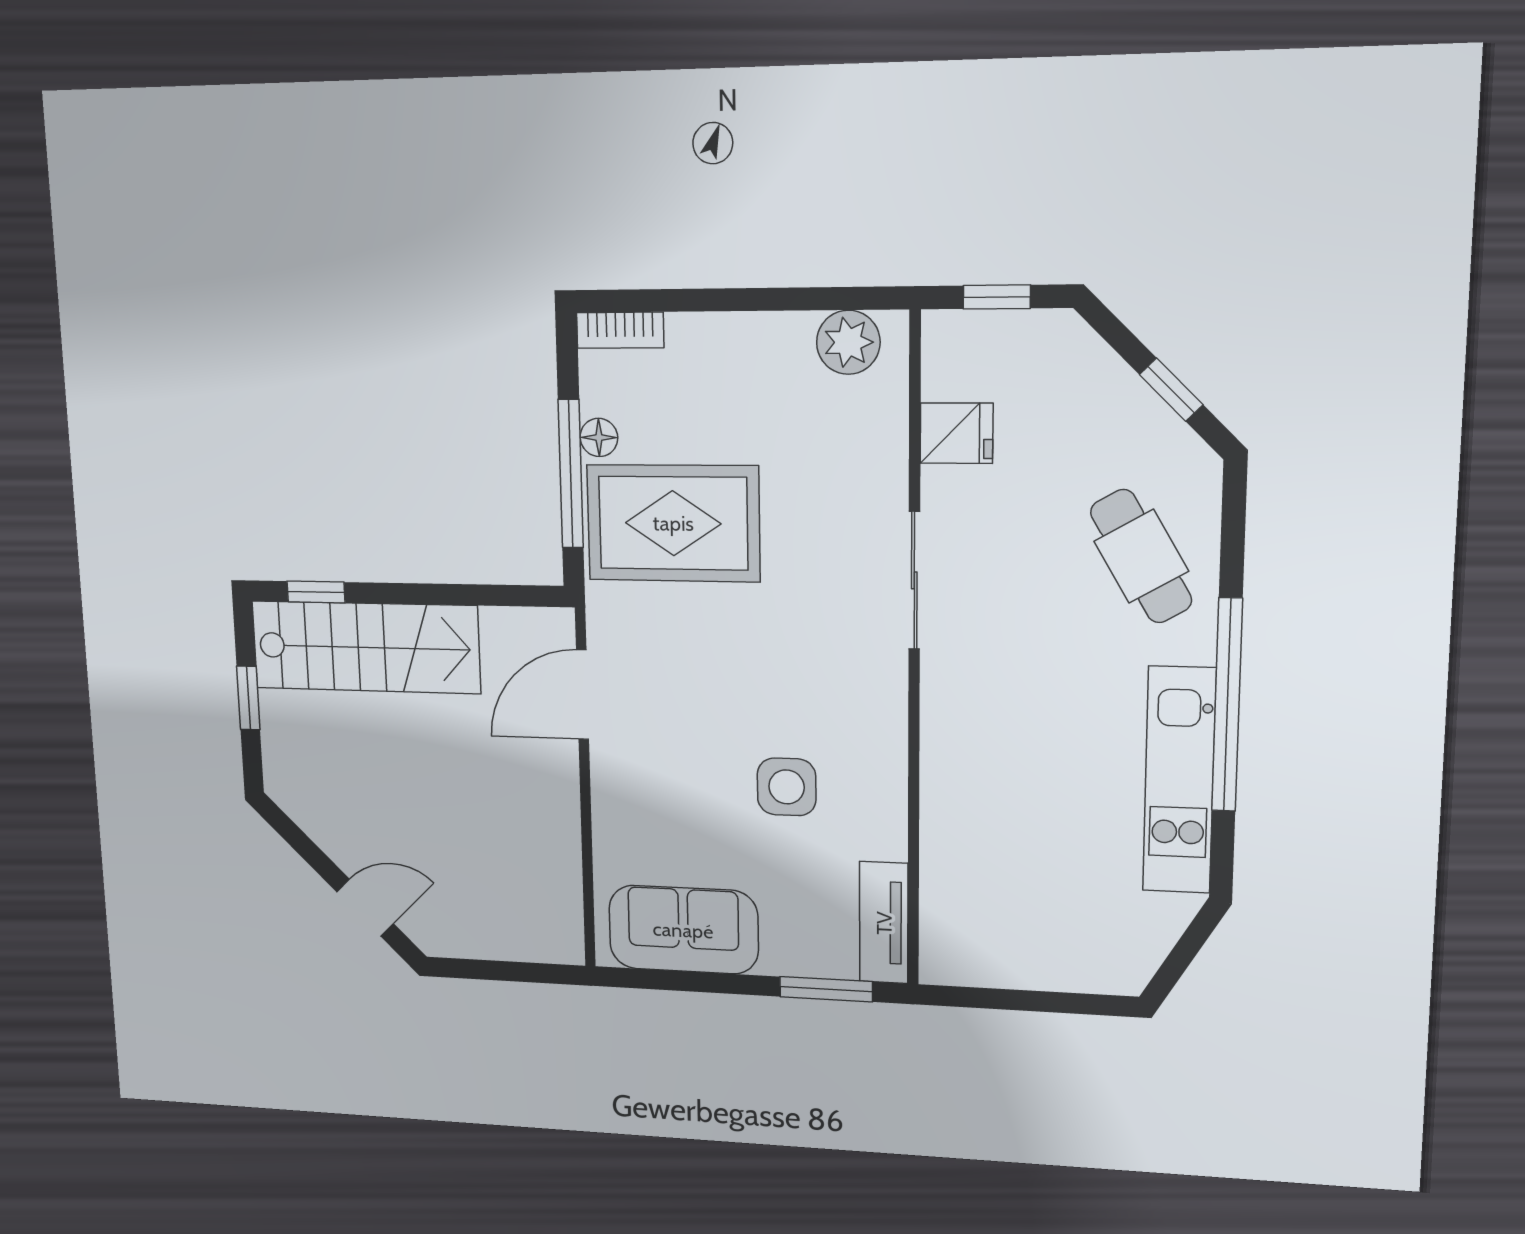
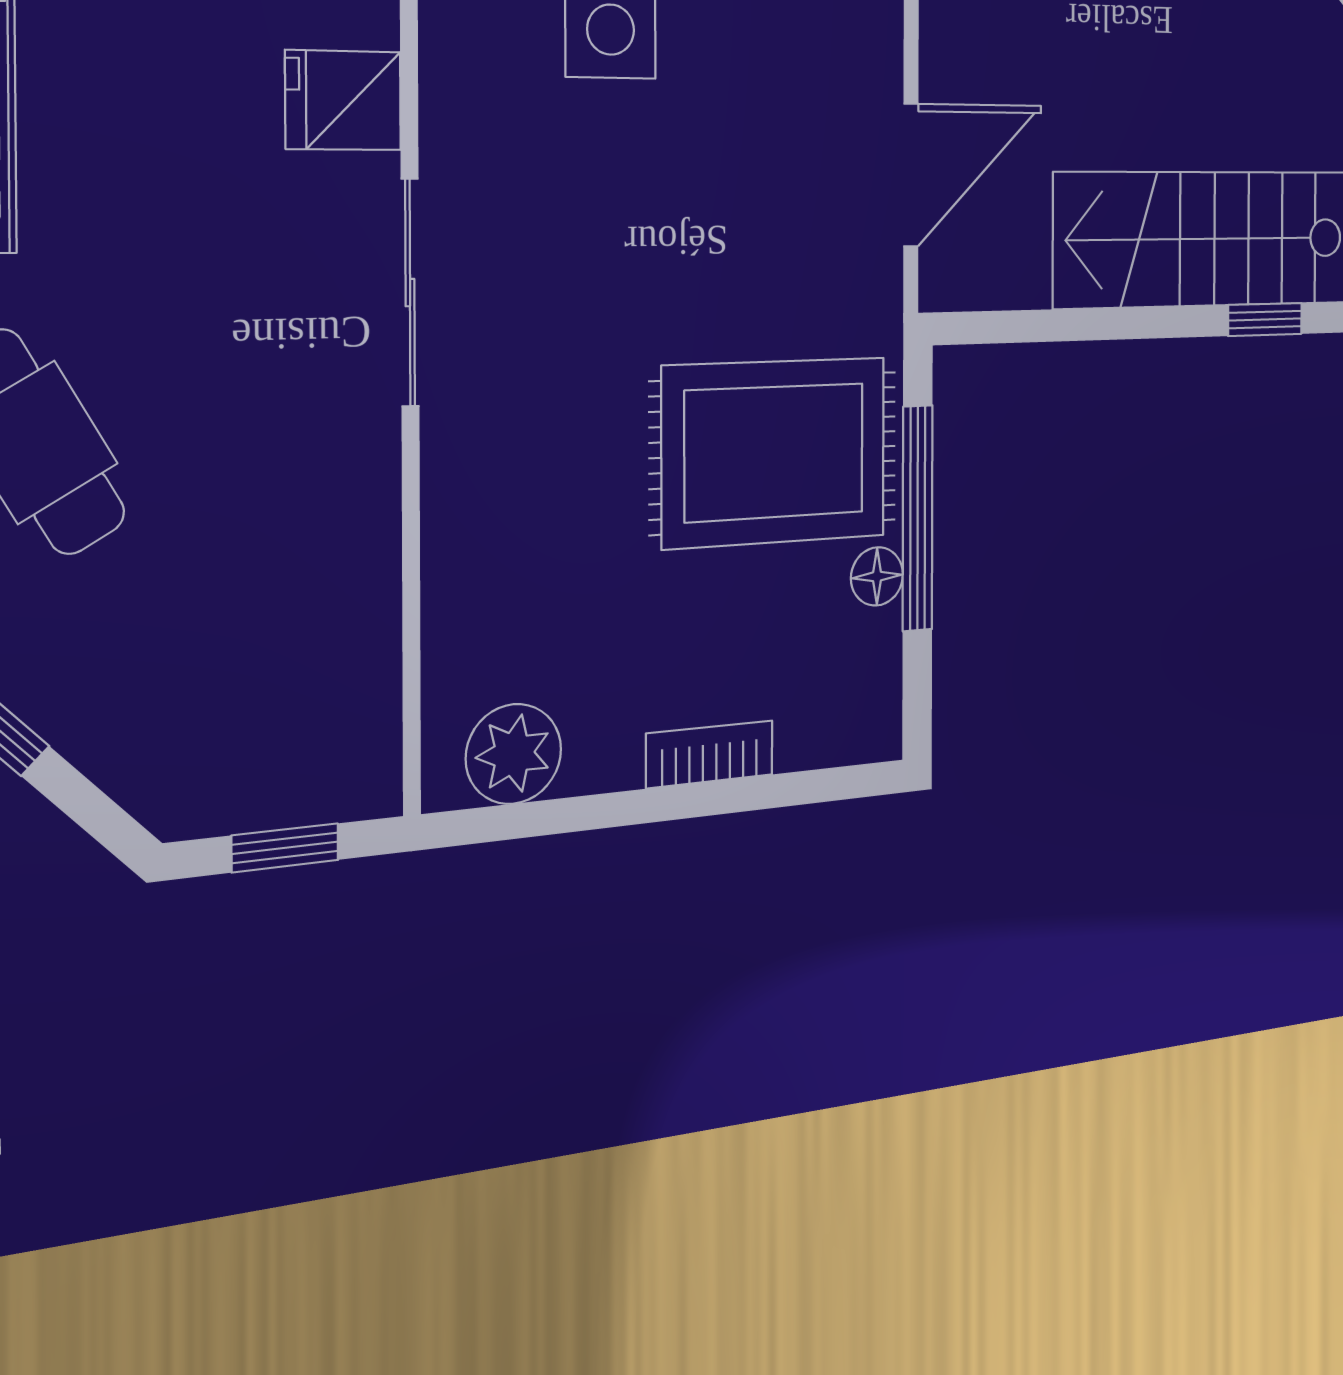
bookcase: (620, 330) -> (710, 754), moved
fridge: (956, 433) -> (343, 100), moved
sliding door: (914, 580) -> (410, 293), moved

